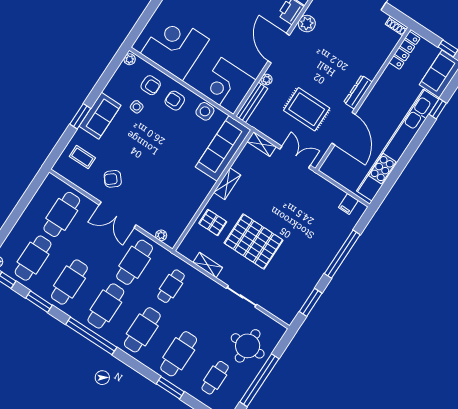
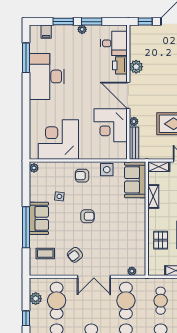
armchair: (151, 85) -> (87, 216), moved
corner desk: (227, 86) -> (111, 125), moved
window: (80, 116) -> (26, 227), width x2.11
sofa: (223, 148) -> (135, 180), width x0.73
shelving: (227, 184) -> (153, 196), moved
plant: (41, 198) -> (36, 299), added
window: (18, 212) -> (26, 318), added
pallet: (213, 223) -> (161, 240), turned 90

